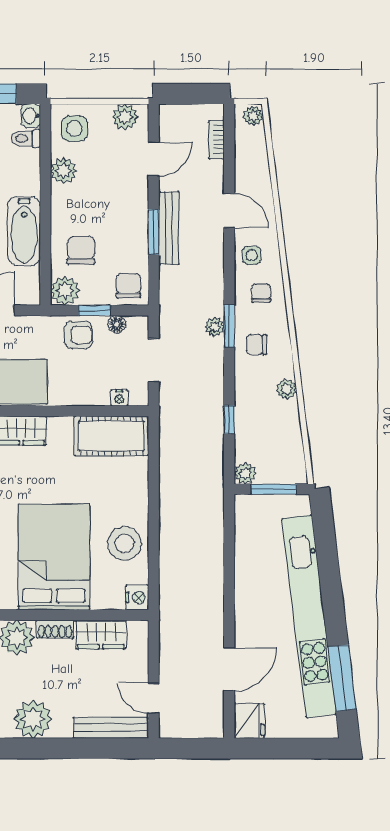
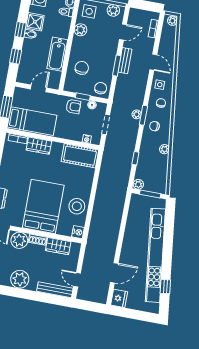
bench: (169, 228) -> (125, 61), width x0.73
plant: (65, 291) -> (71, 85), removed
window: (342, 678) -> (165, 287), width x0.46

